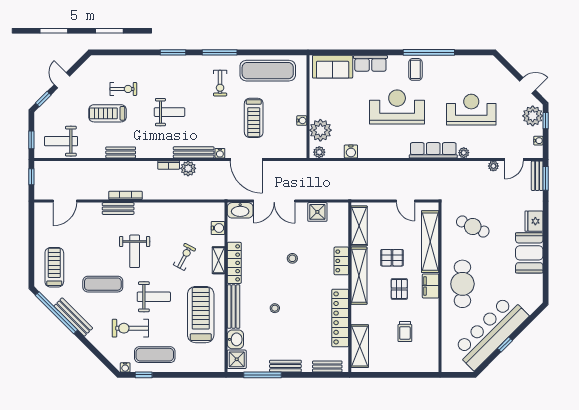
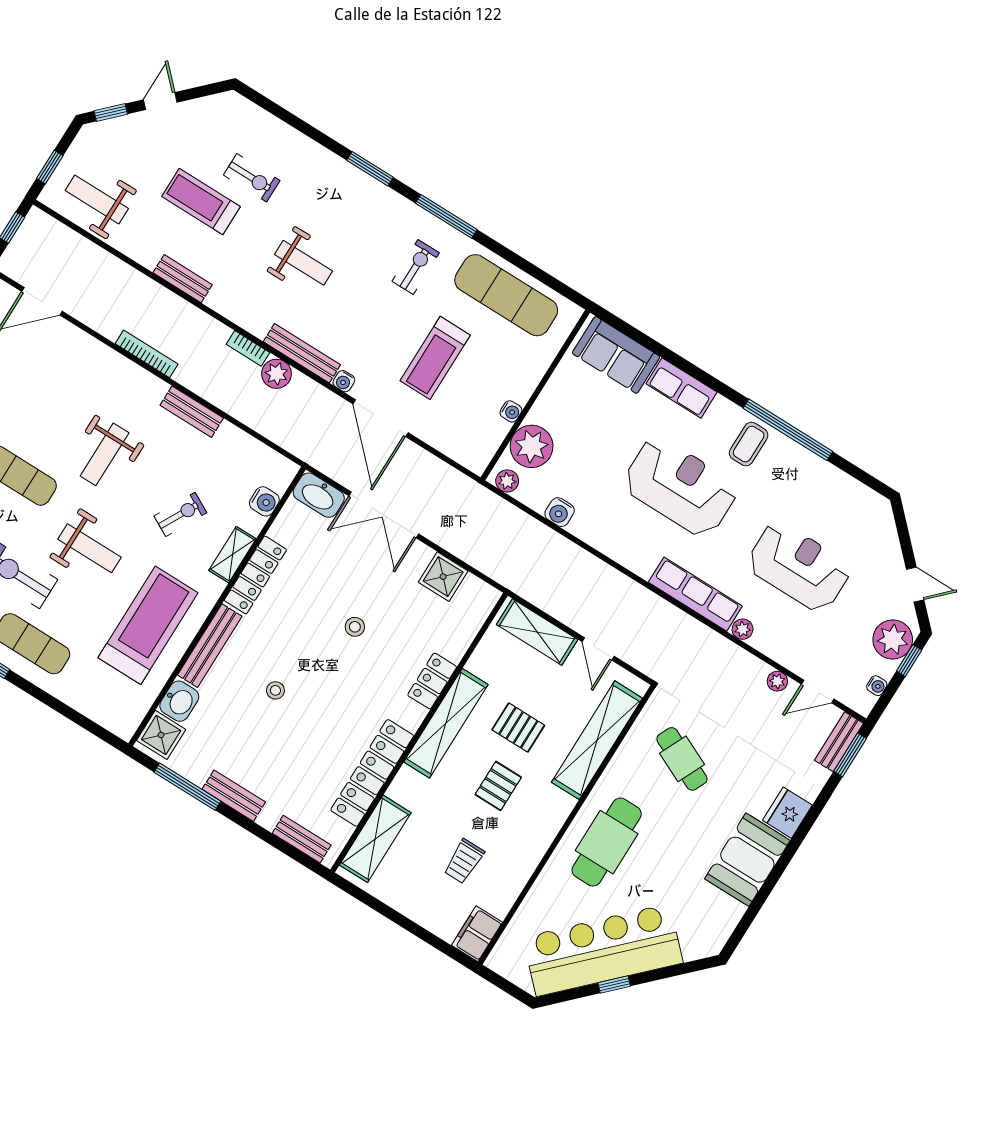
exercise bike: (220, 83) -> (416, 267), turned 180
bench: (118, 209) -> (192, 412), moved
shelving: (359, 226) -> (537, 632), moved, turned 90
filing cabinet: (431, 286) -> (477, 934), moved

